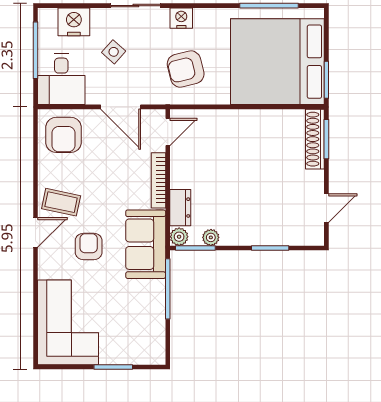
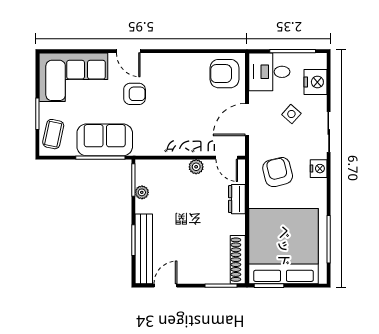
shoe rack: (315, 139) -> (238, 260), moved, turned -90
bookcase: (158, 180) -> (188, 150), removed
coffee table: (61, 202) -> (53, 134), moved
dresser: (180, 208) -> (237, 199), moved, turned 90
door: (326, 208) -> (165, 286), swing flipped
door: (36, 232) -> (128, 51), moved
bench: (281, 235) -> (144, 249), added
plant: (179, 237) -> (196, 167), moved
sofa: (146, 244) -> (105, 140), moved

